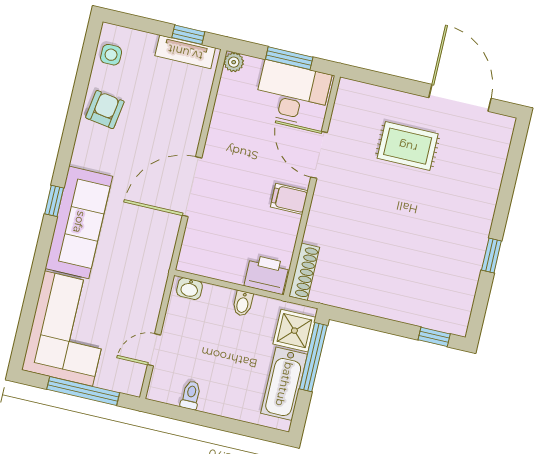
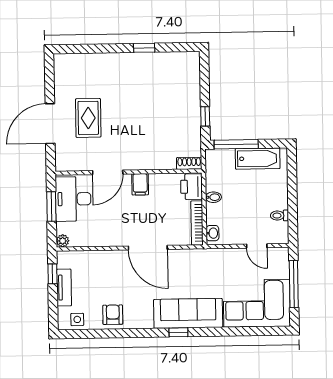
tv unit: (185, 52) -> (64, 288), moved
door: (460, 98) -> (50, 124), moved
armchair: (105, 110) -> (113, 315), turned 81
bookcase: (210, 269) -> (197, 223), added
shoe rack: (304, 272) -> (189, 163), width x0.70
shower: (294, 331) -> (222, 160), removed
window: (434, 337) -> (205, 116), moved

